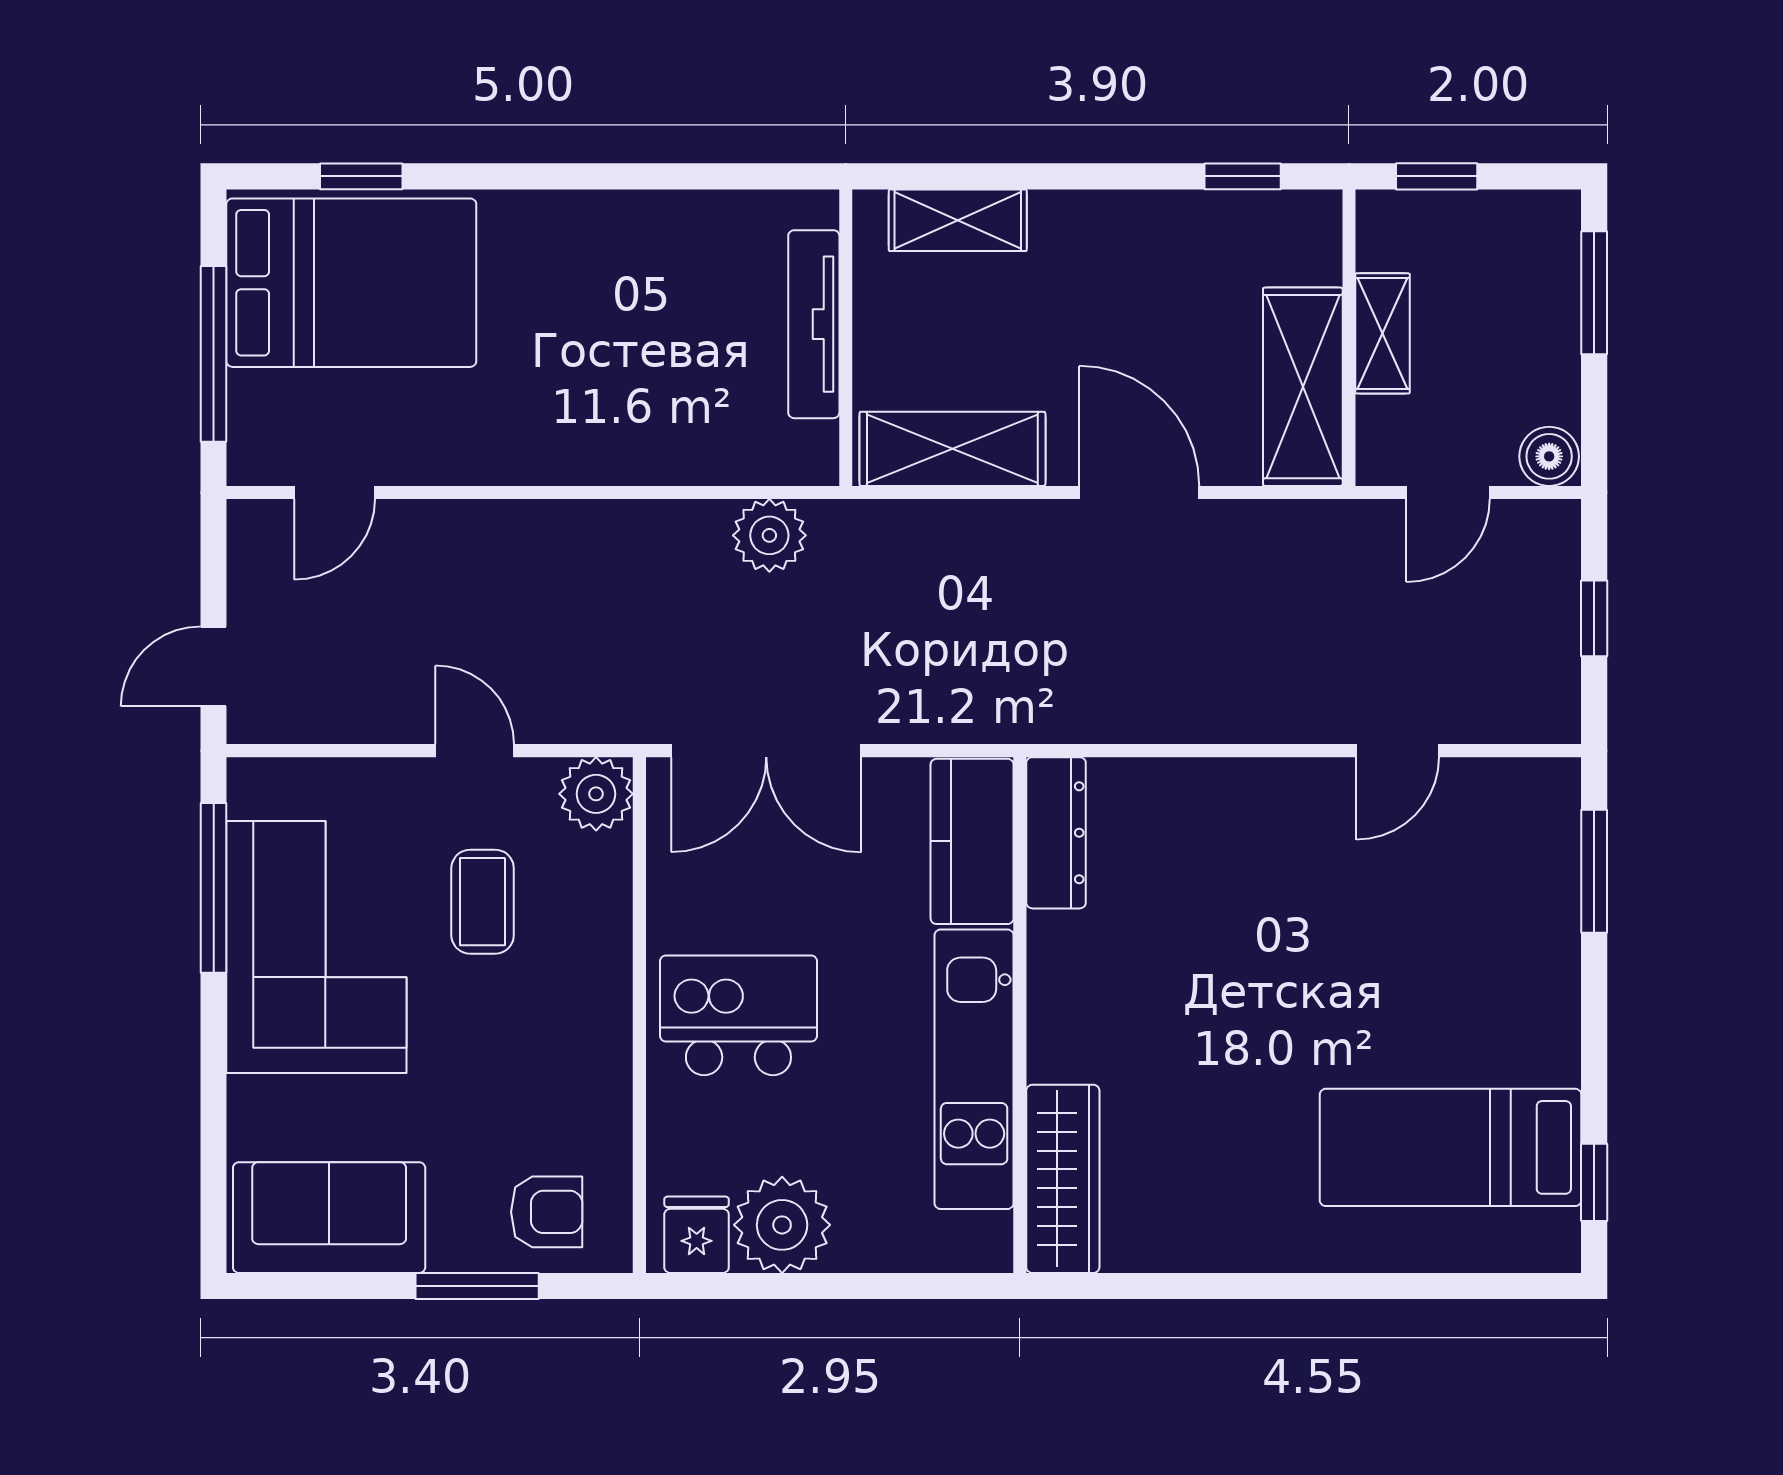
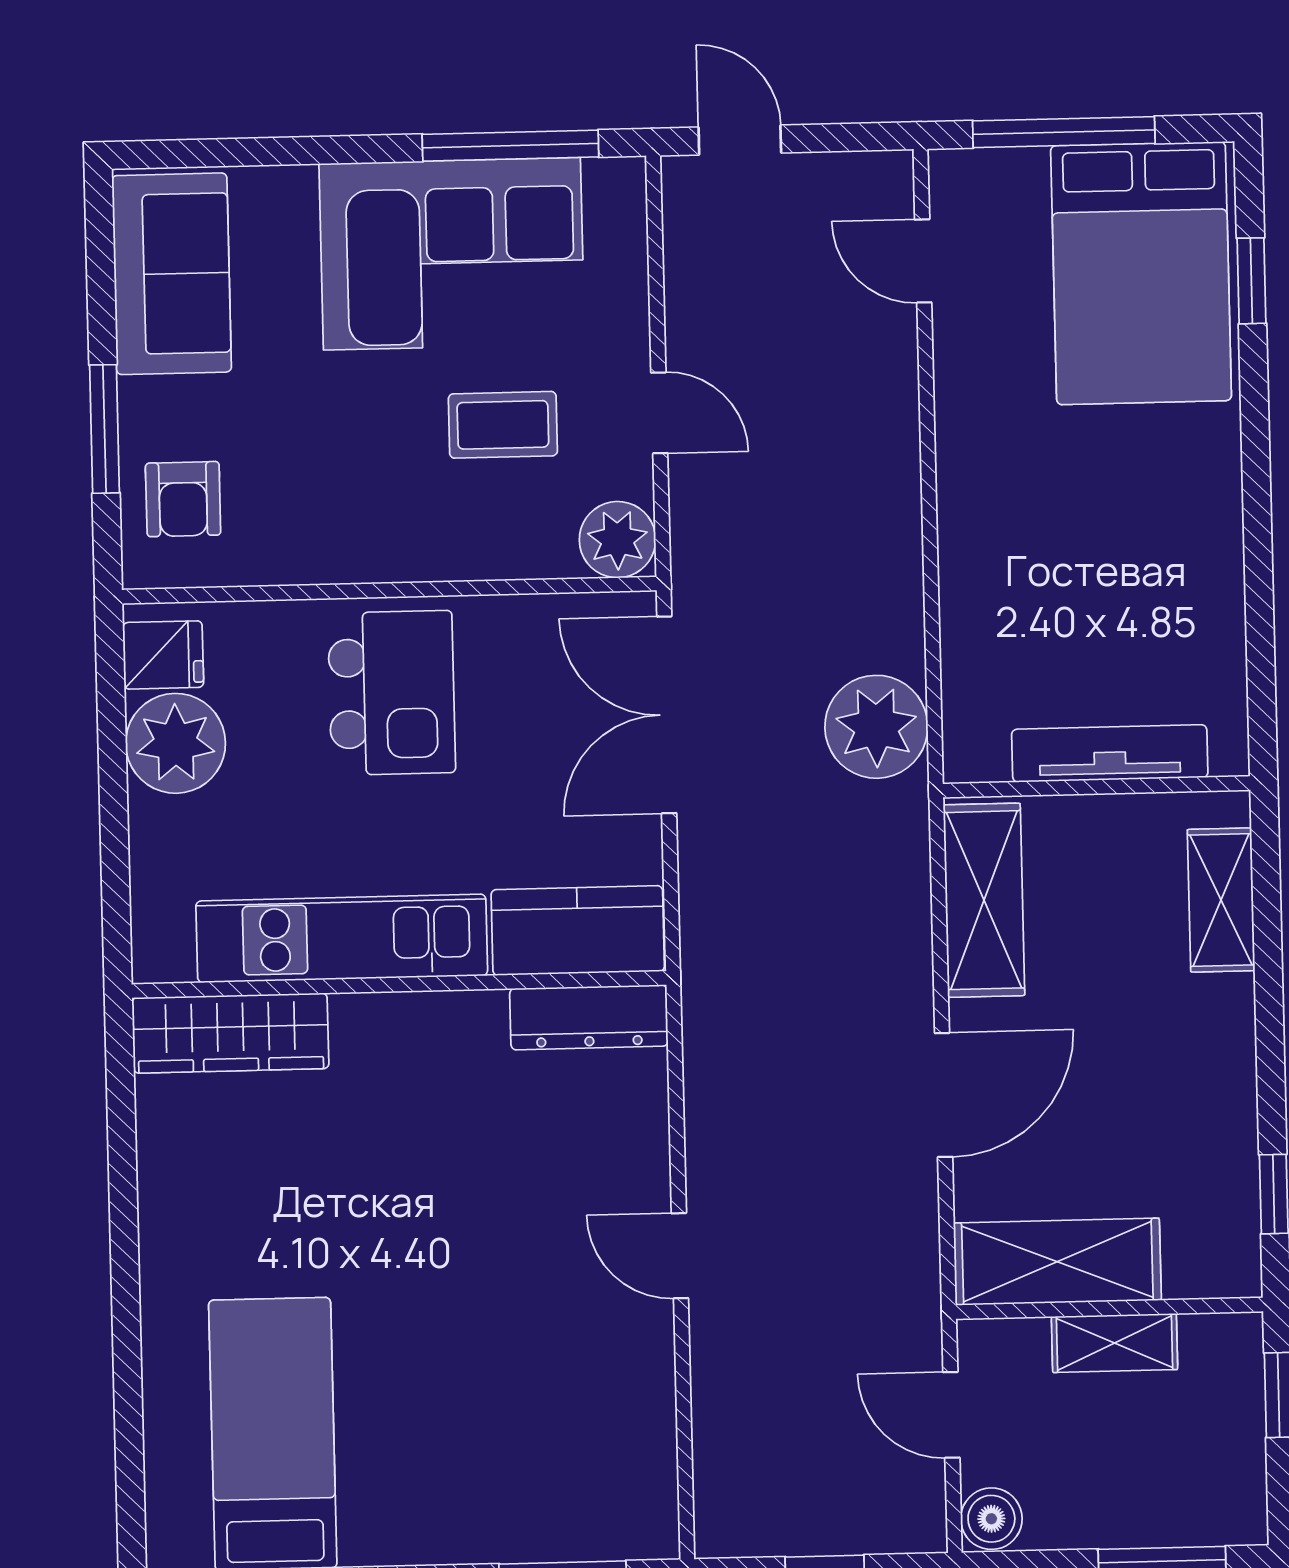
plant: (769, 535) -> (876, 727), width x1.36, depth x1.36
door: (475, 751) -> (659, 413), hinge flipped
door: (1398, 751) -> (680, 1256), moved

